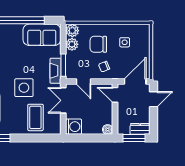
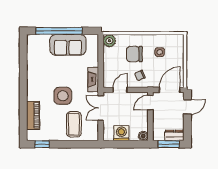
sofa: (42, 35) -> (68, 45), moved
plant: (72, 44) -> (109, 54), removed
window: (63, 65) -> (101, 74), removed
door: (84, 82) -> (120, 90), swing flipped
door: (115, 95) -> (150, 103), hinge flipped
washing machine: (74, 127) -> (121, 133), moved, turned -90

